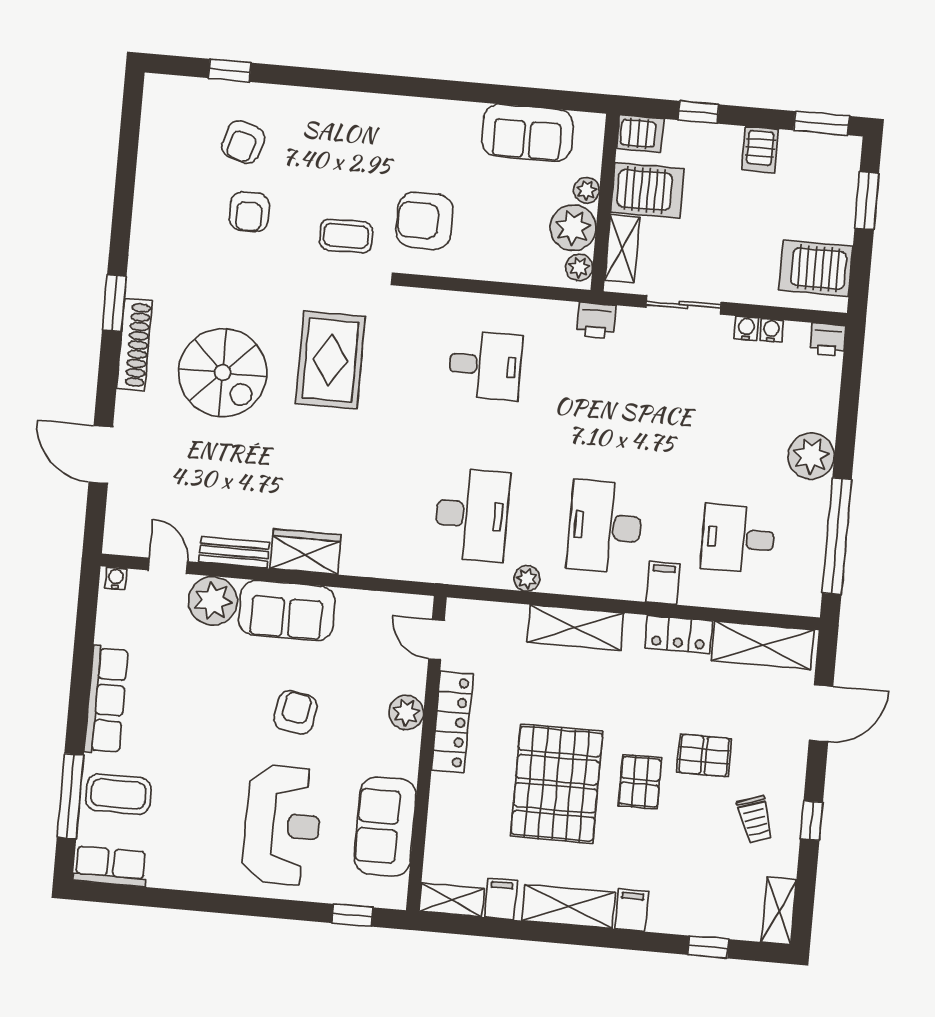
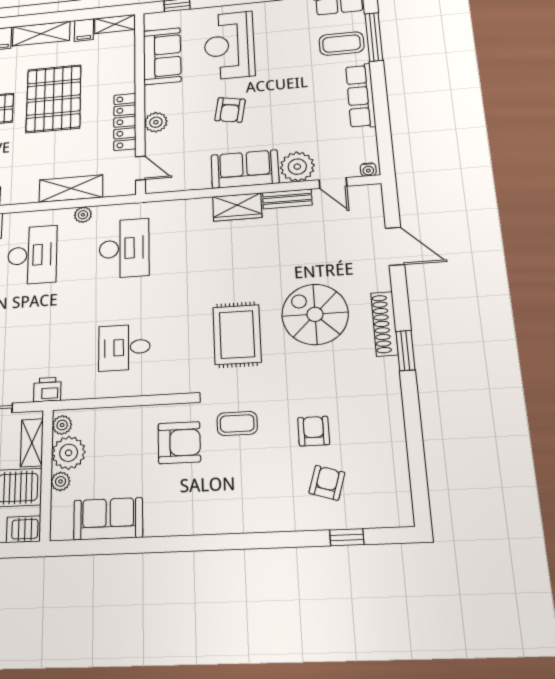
desk: (472, 515) -> (124, 248), turned 180
shelving: (575, 628) -> (71, 189), moved

